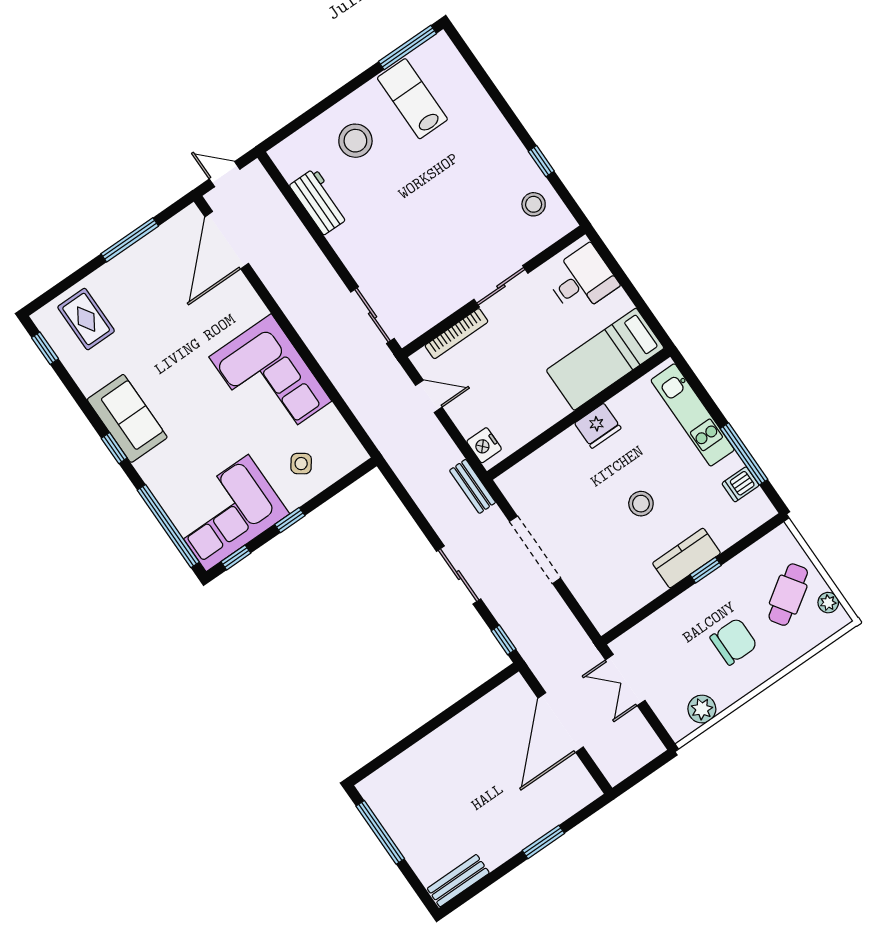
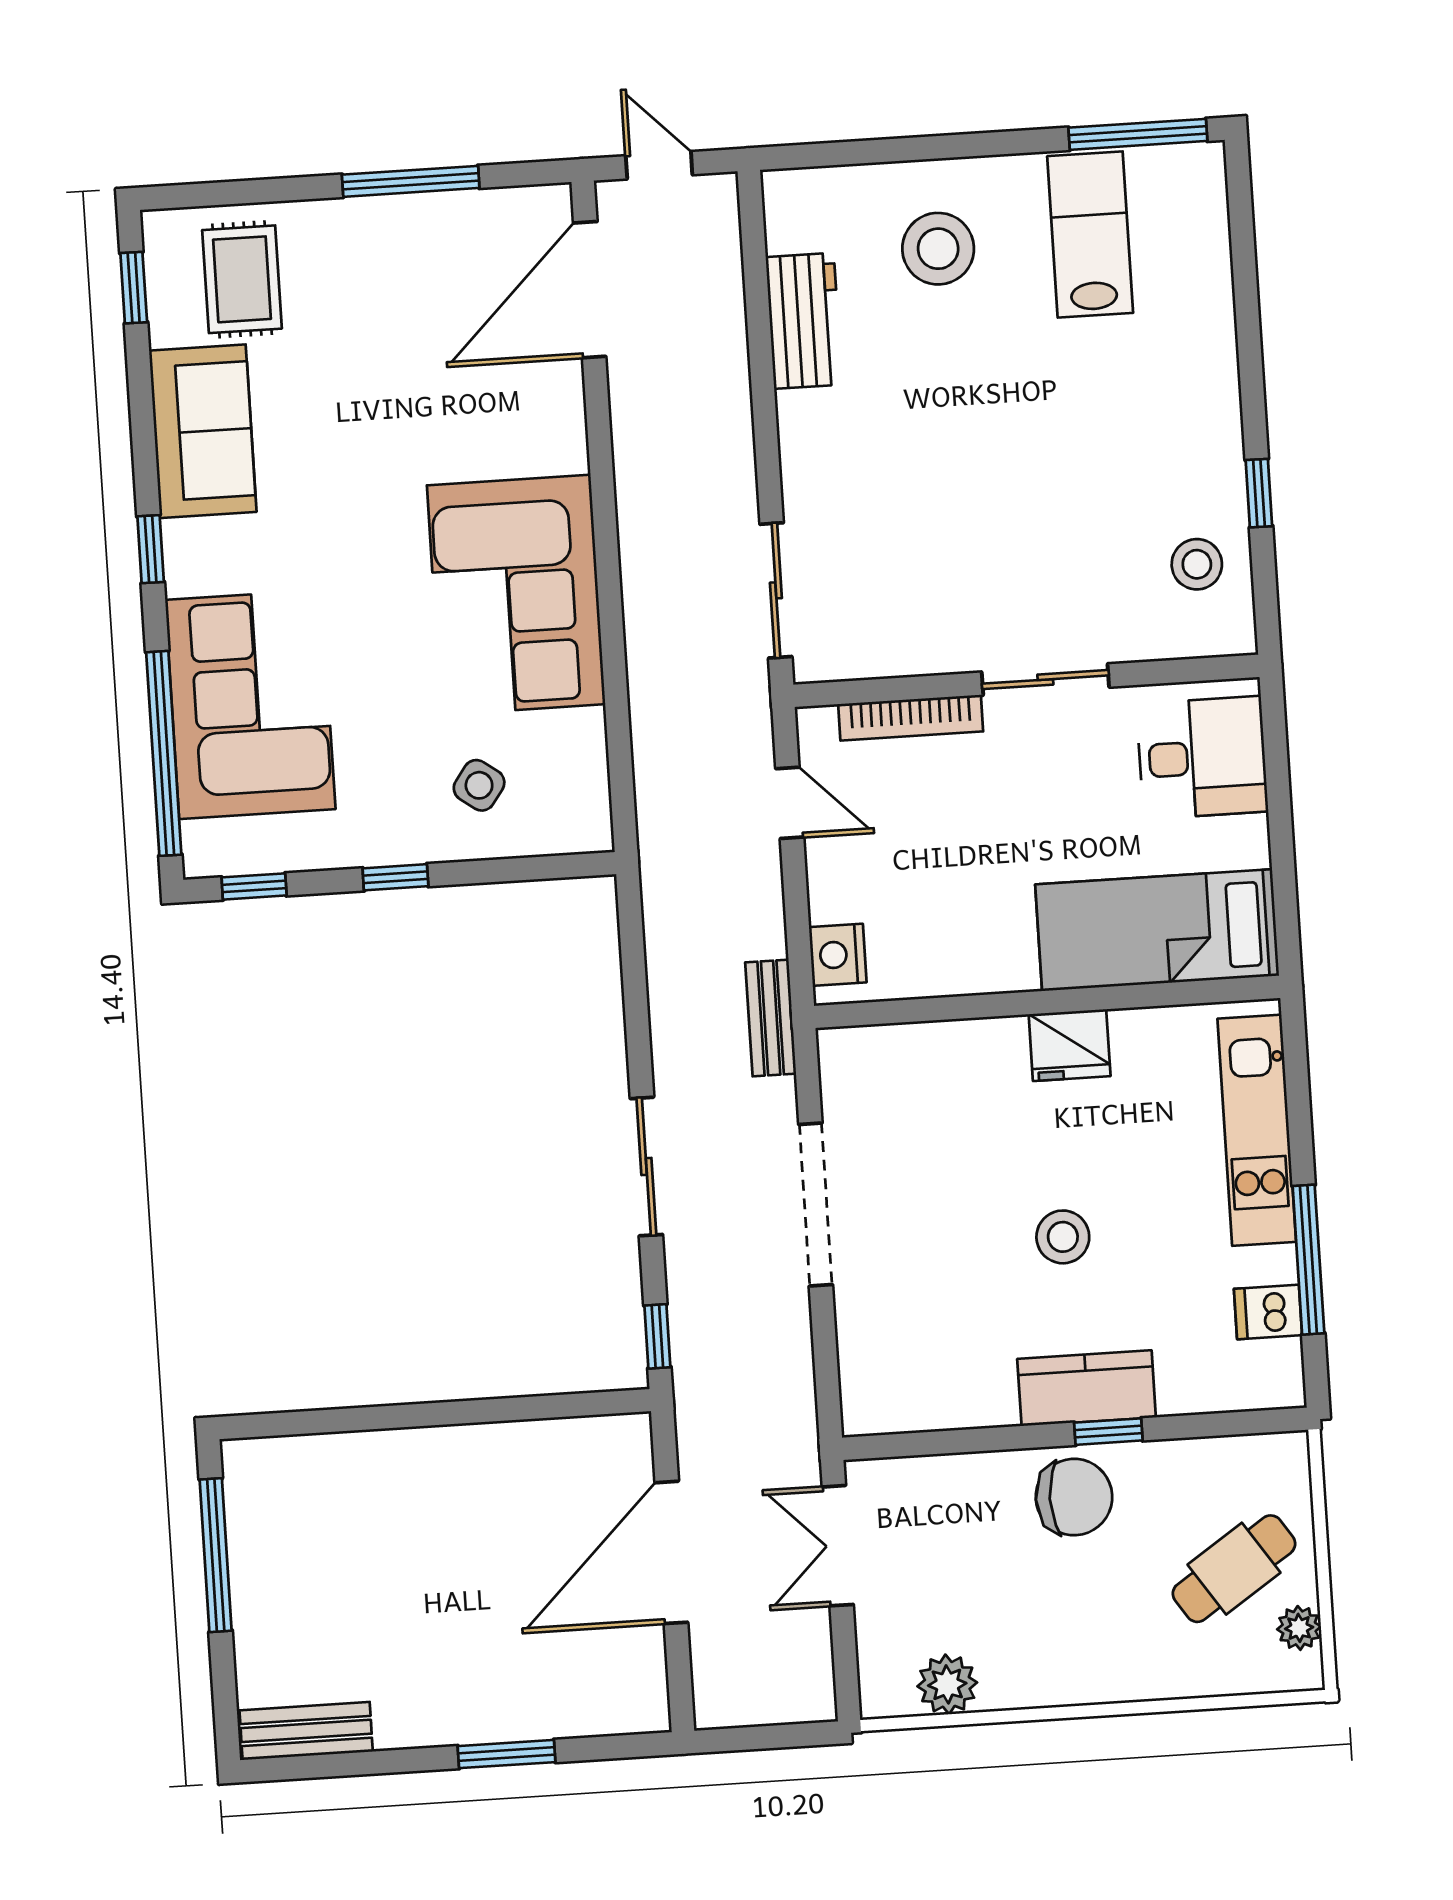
sofa: (127, 418) -> (203, 431), moved
corner sofa: (227, 513) -> (250, 705), moved, turned 90
chair: (734, 641) -> (1074, 1497), moved

